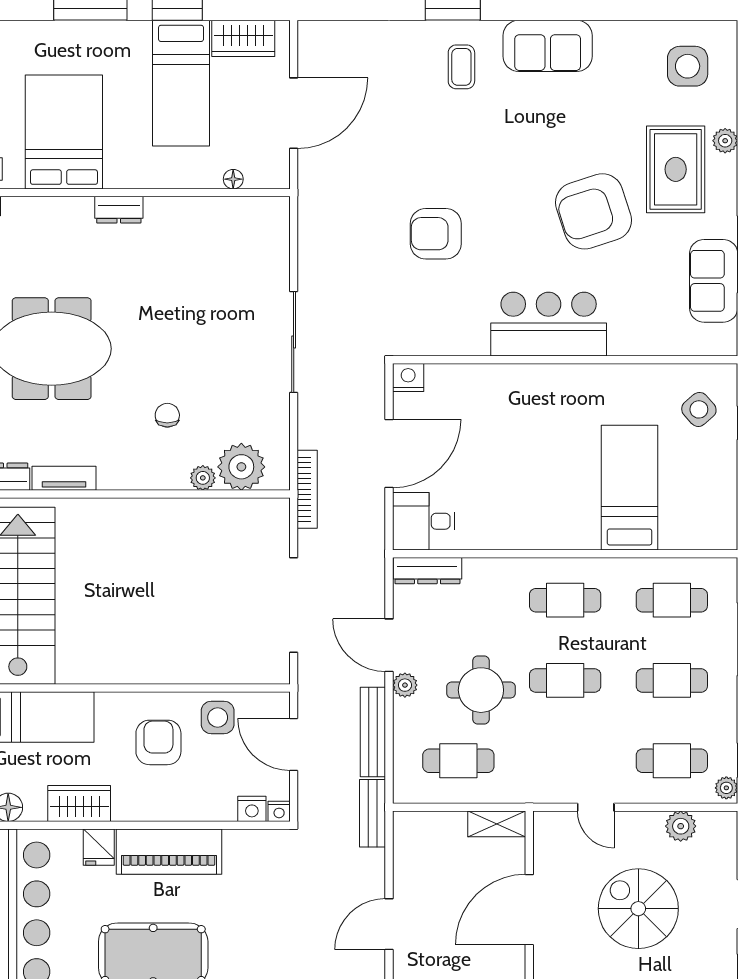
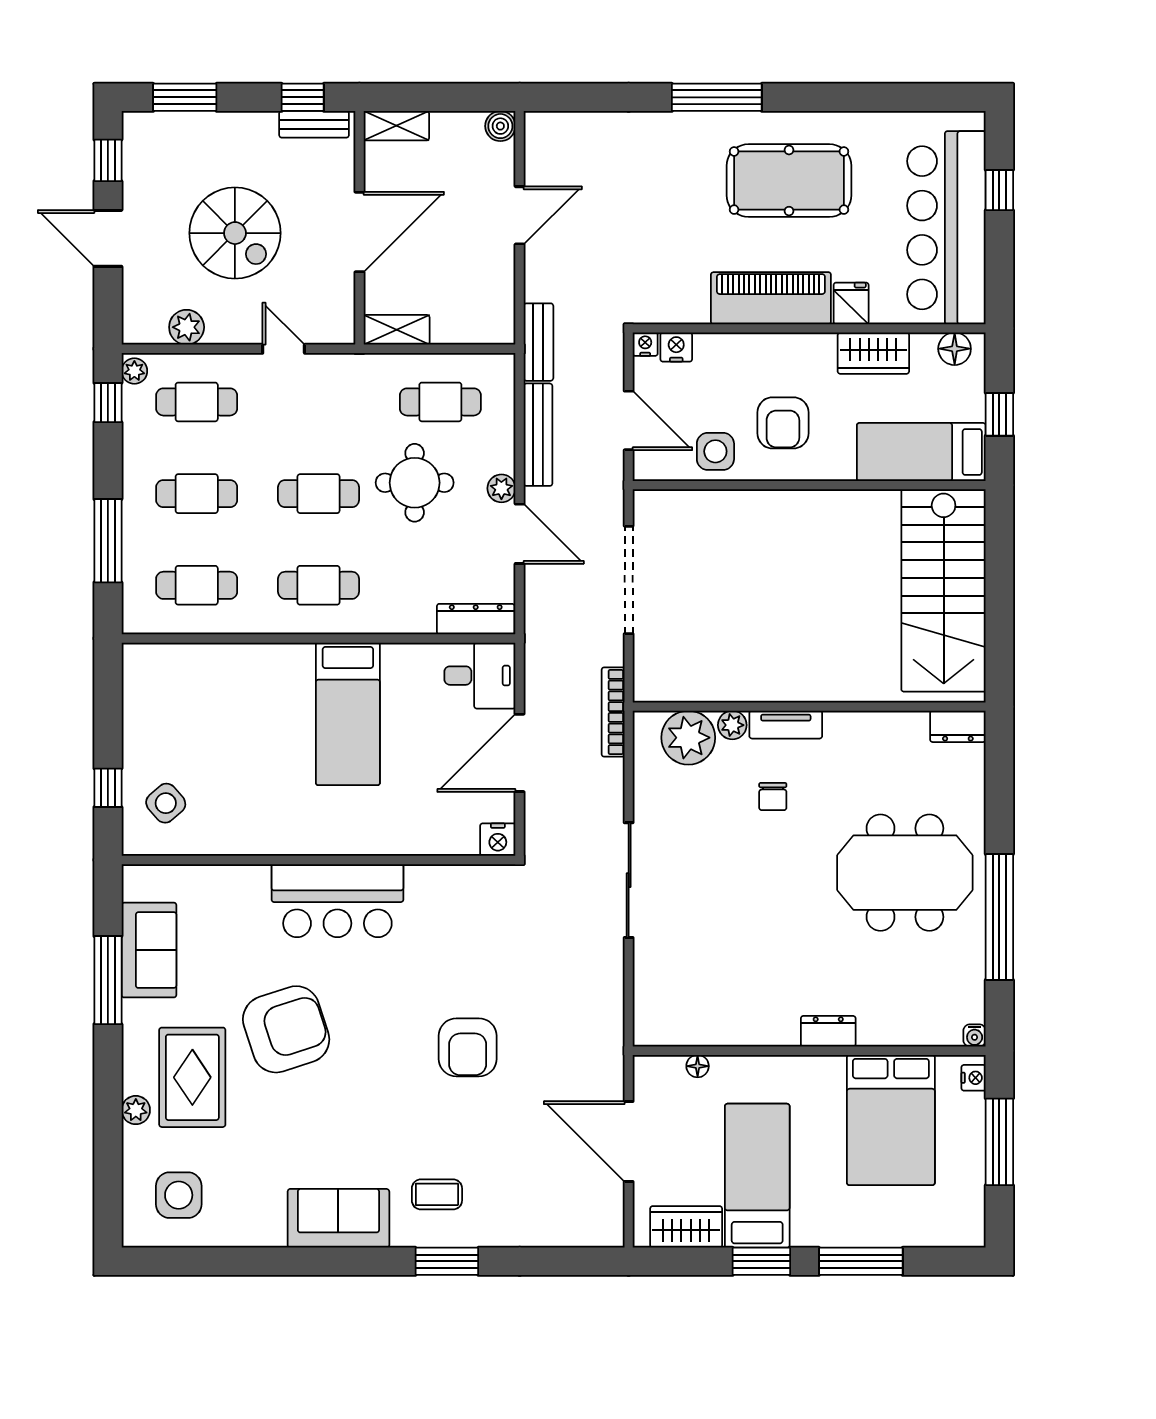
coffee table: (461, 67) -> (437, 1194), turned 90
door: (294, 113) -> (629, 1141), hinge flipped
armchair: (436, 234) -> (468, 1047), moved, turned 90
tv unit: (64, 478) -> (786, 725), moved
bed: (630, 488) -> (348, 714), moved

